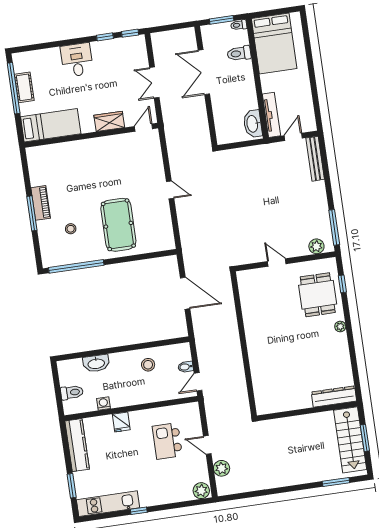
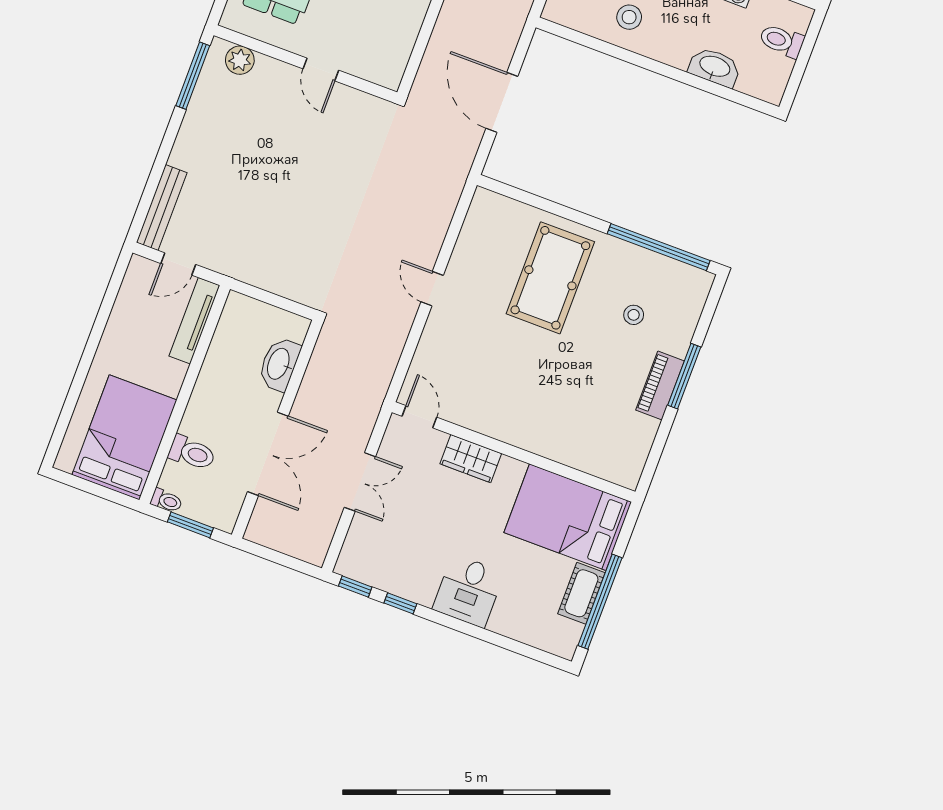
washbasin: (253, 124) -> (279, 364), moved, turned 180
bed: (51, 125) -> (568, 517), width x1.50
door: (143, 128) -> (419, 417), swing flipped

